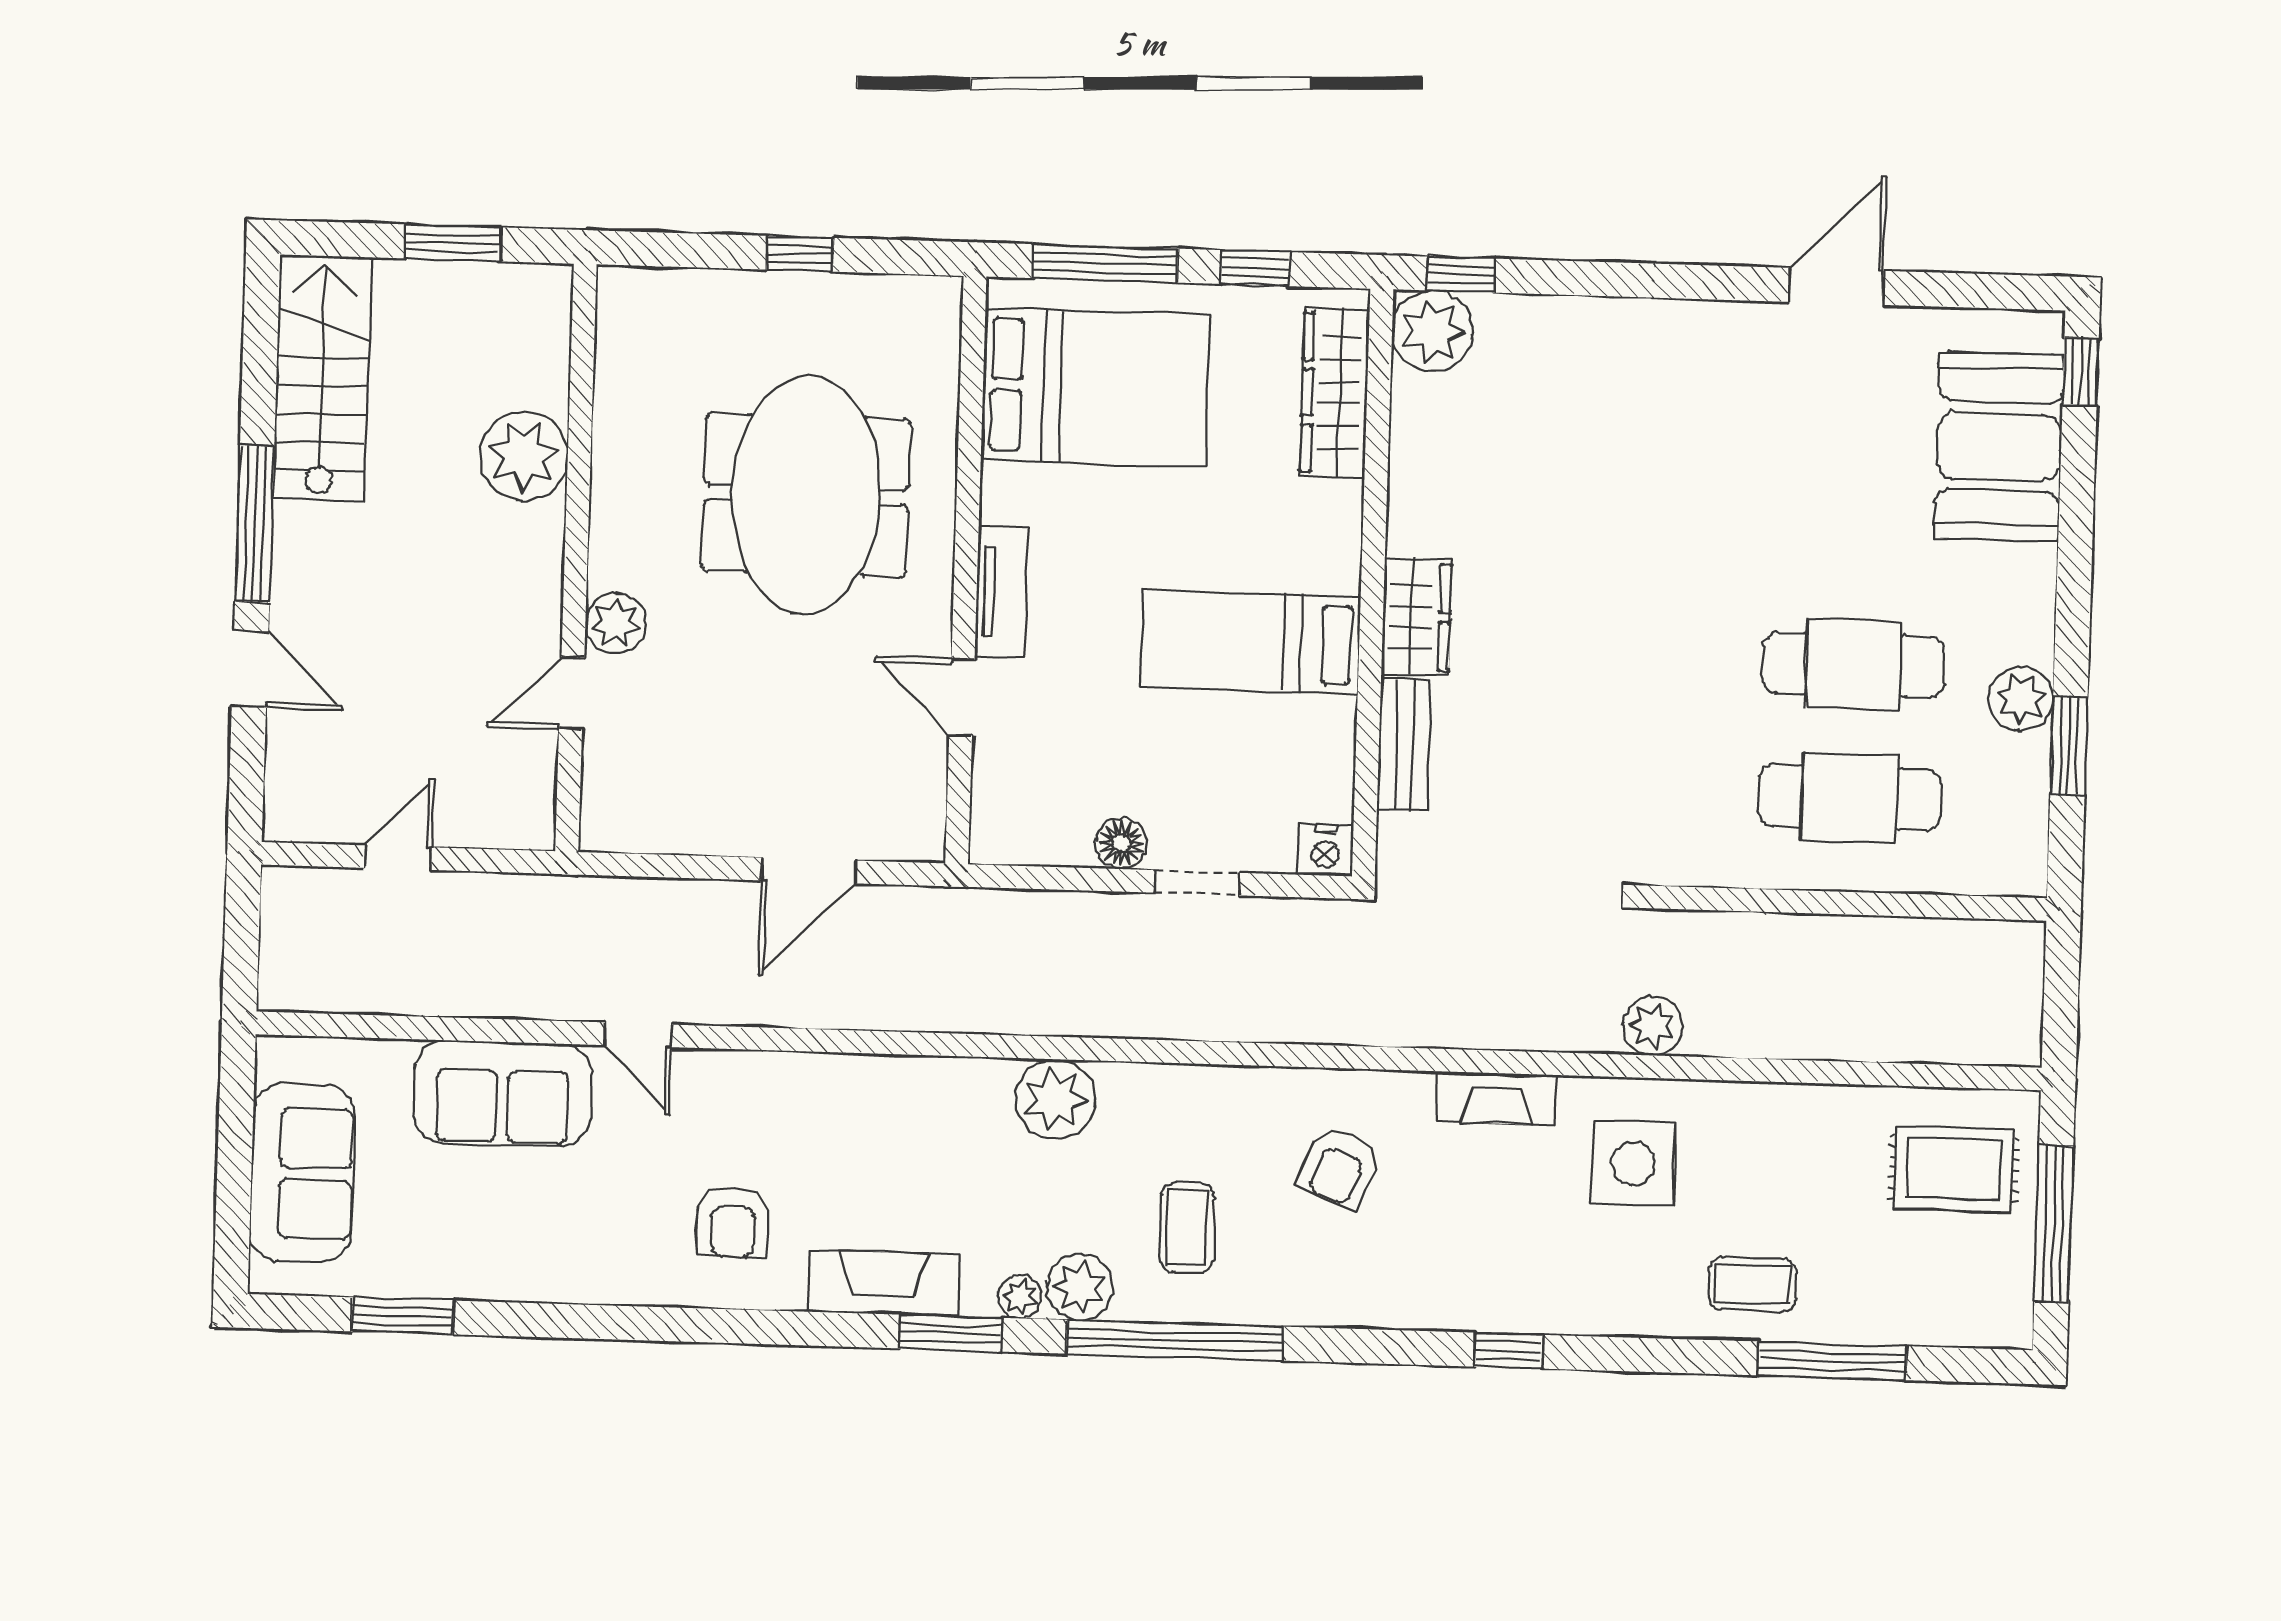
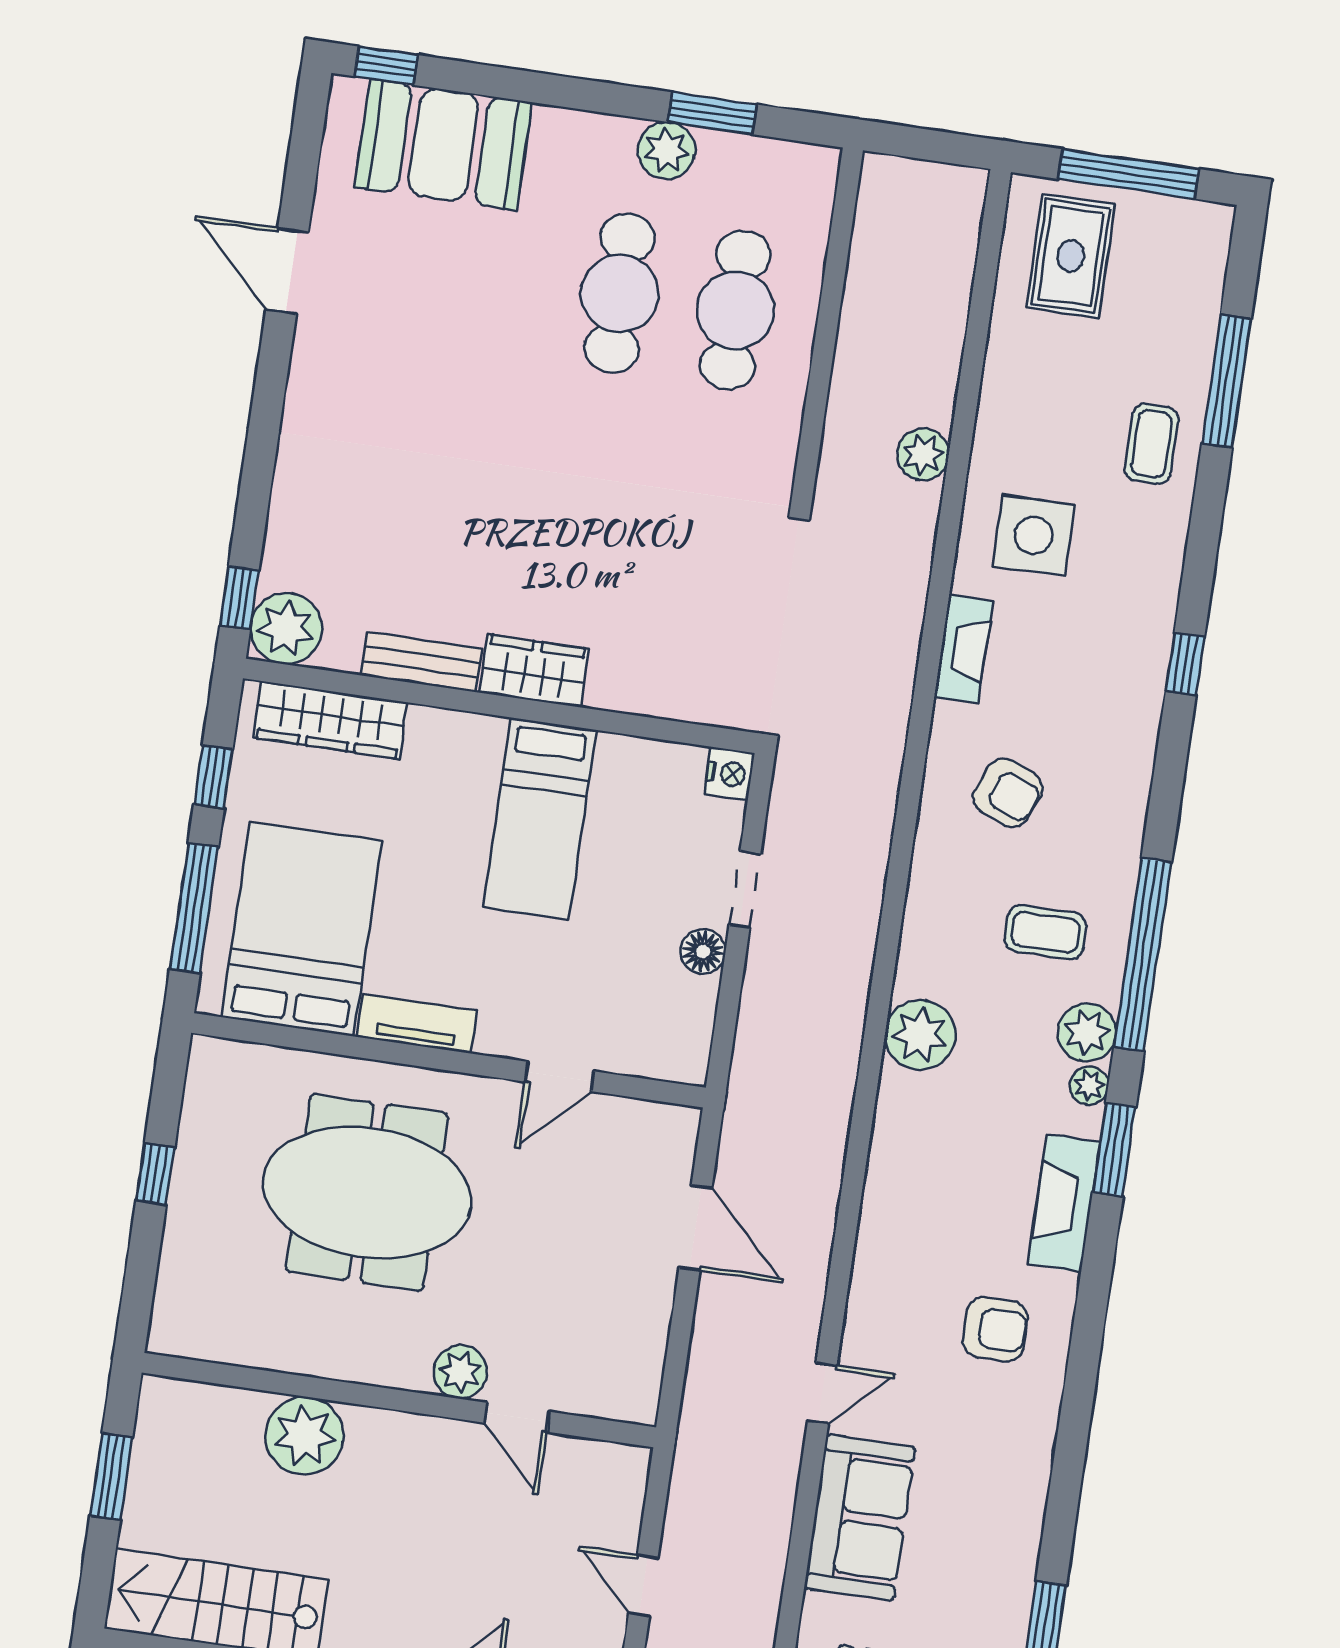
tv unit: (1001, 592) -> (417, 1024), moved
bench: (1404, 744) -> (421, 662), moved
plant: (1652, 1026) -> (923, 454), moved

